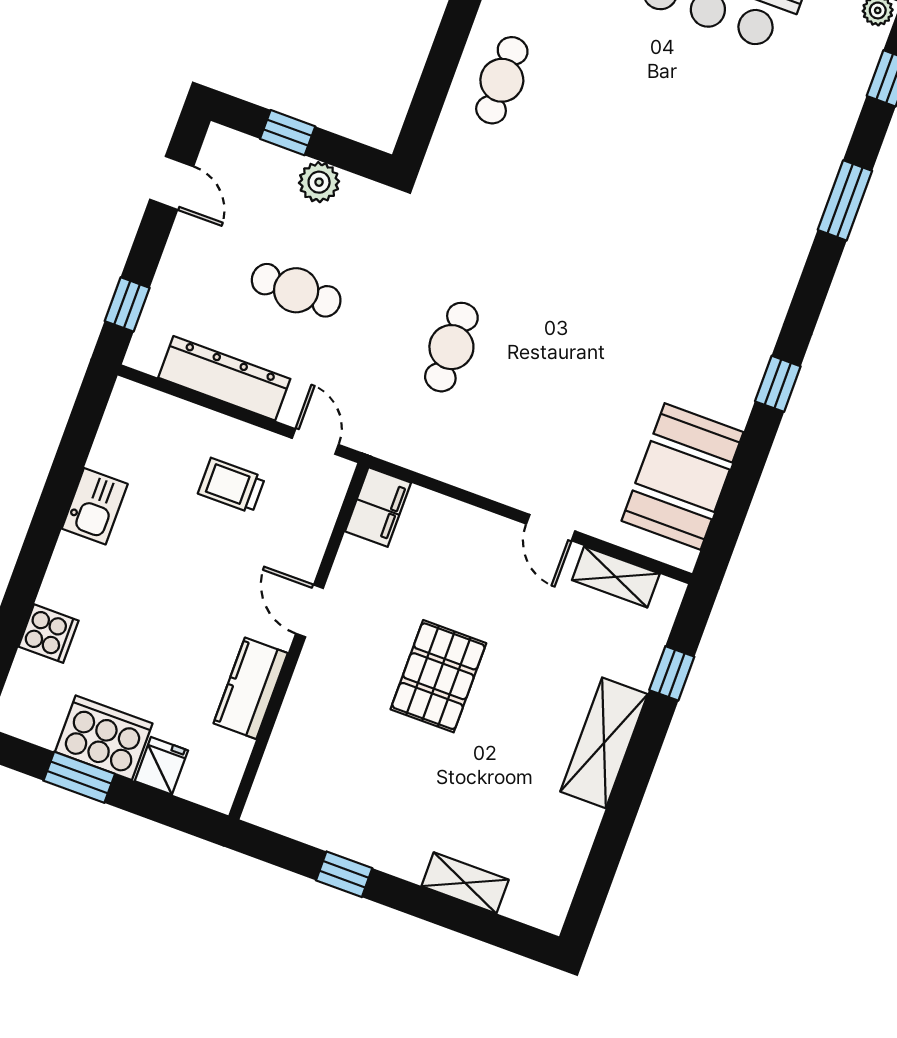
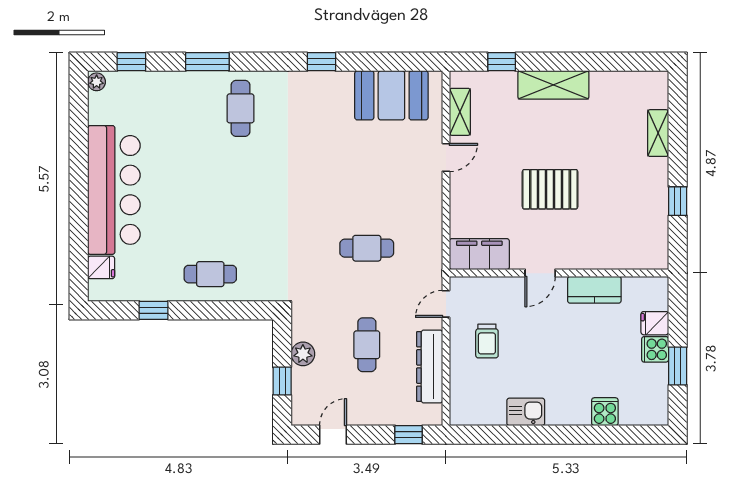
cafe table: (750, 226) -> (240, 108), added
filing cabinet: (378, 507) -> (479, 254), width x1.50, depth x1.17
cooker: (104, 738) -> (655, 349), width x0.53, depth x0.76

